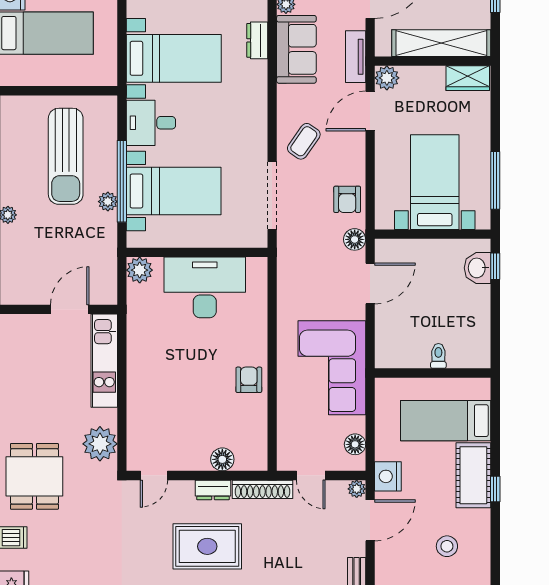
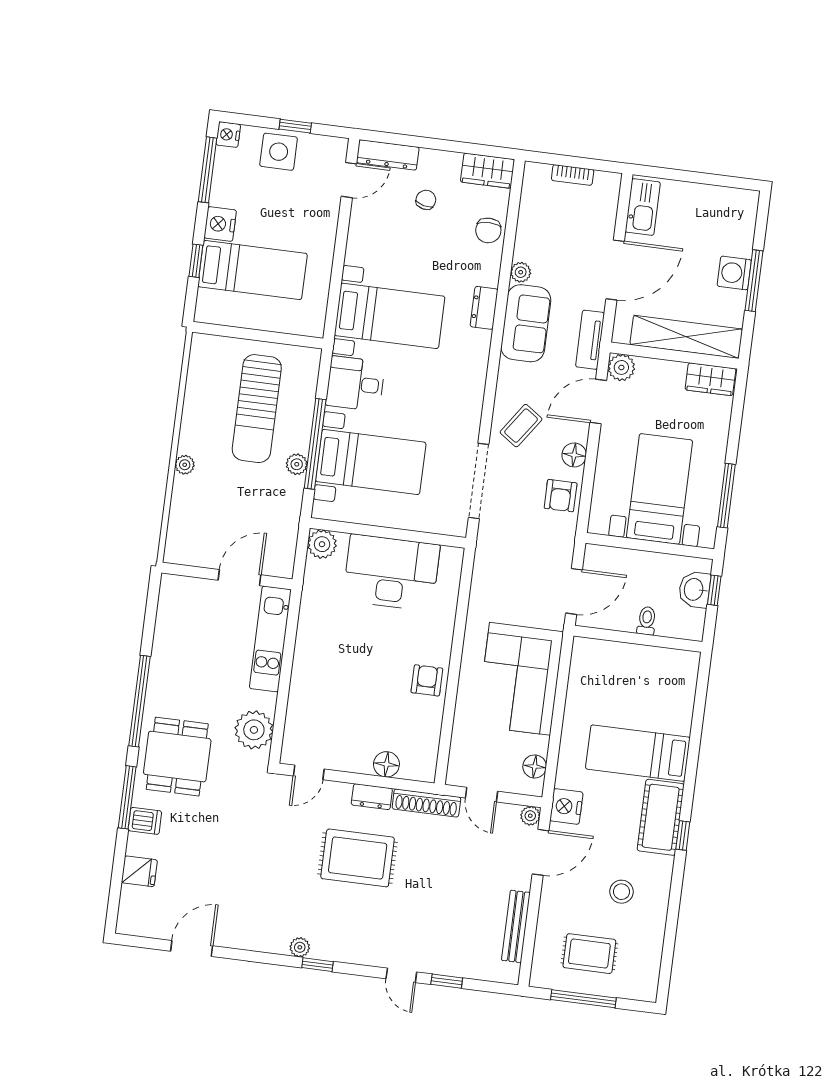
floor lamp: (355, 239) -> (574, 455), moved
toilet: (438, 356) -> (647, 621), moved
wall: (433, 373) -> (638, 639), moved

